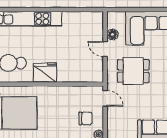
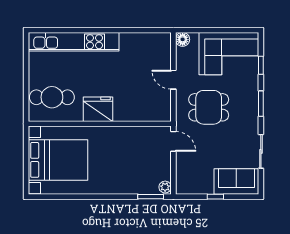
floor lamp: (112, 34) -> (183, 39), moved
chair: (86, 118) -> (149, 167), removed

